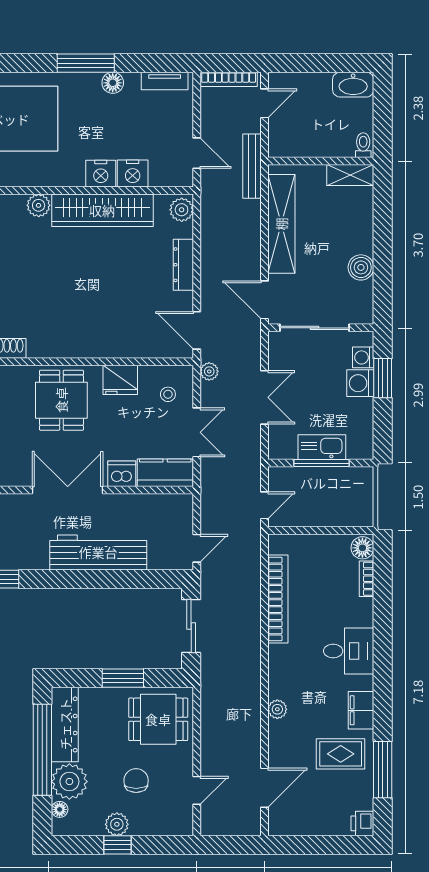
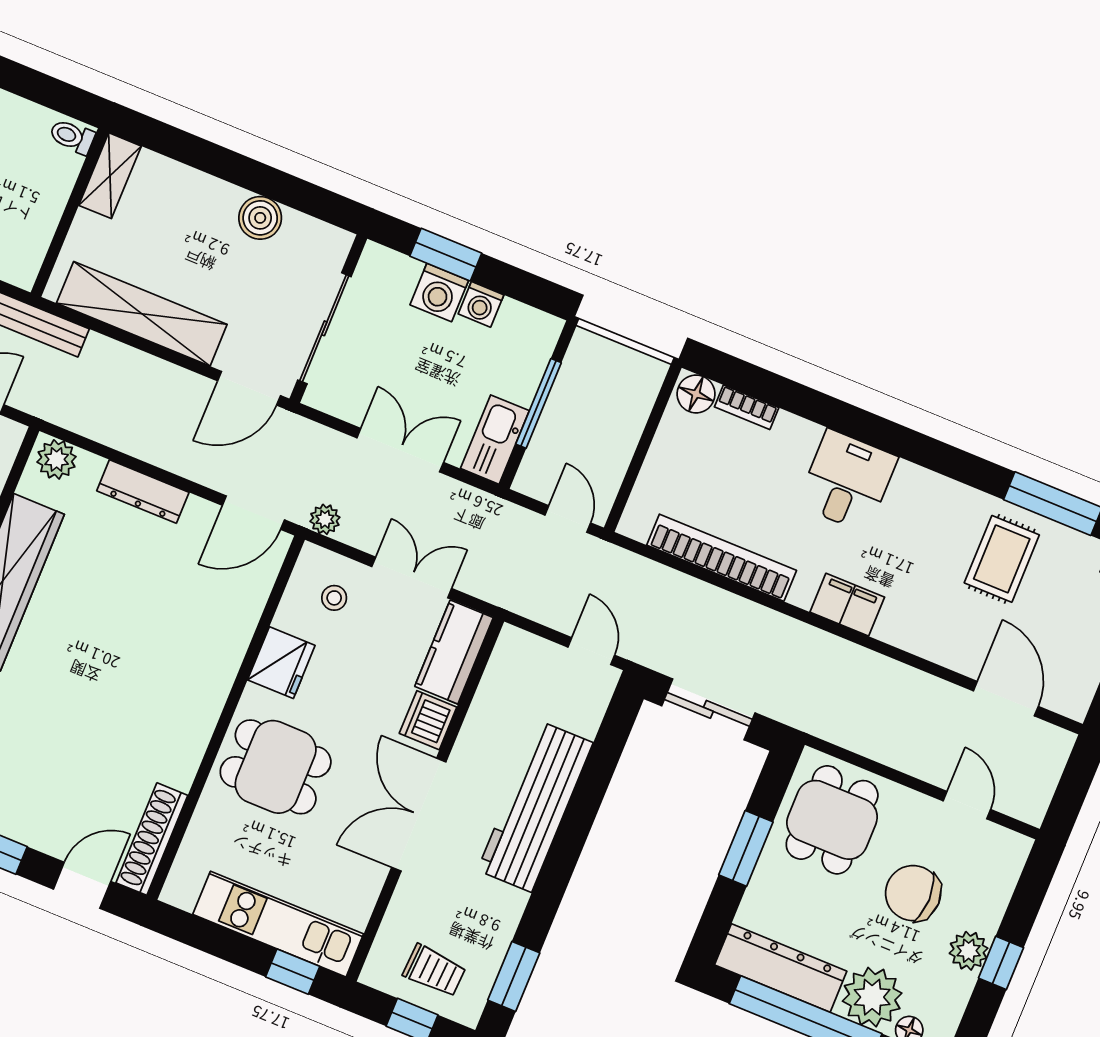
washing machine: (363, 357) -> (481, 304), moved
kitchen sink: (322, 447) -> (495, 440), moved
plant: (277, 709) -> (892, 629), removed
filing cabinet: (361, 710) -> (847, 605), moved, turned 180
chair: (136, 781) -> (913, 893), width x1.37, depth x1.37

